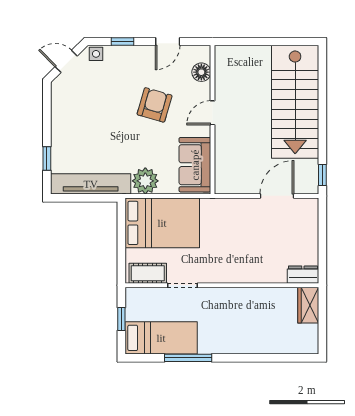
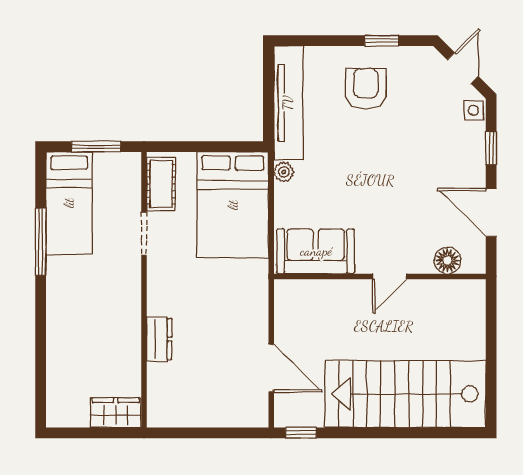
door: (168, 42) -> (491, 212), width x1.38
armchair: (155, 105) -> (366, 89), moved, turned -106
door: (213, 113) -> (390, 276), swing flipped
window: (47, 159) -> (382, 41), moved
plant: (145, 181) -> (284, 172), width x0.53, depth x0.53
dresser: (303, 275) -> (159, 339), moved
window: (121, 319) -> (96, 147), width x1.50

